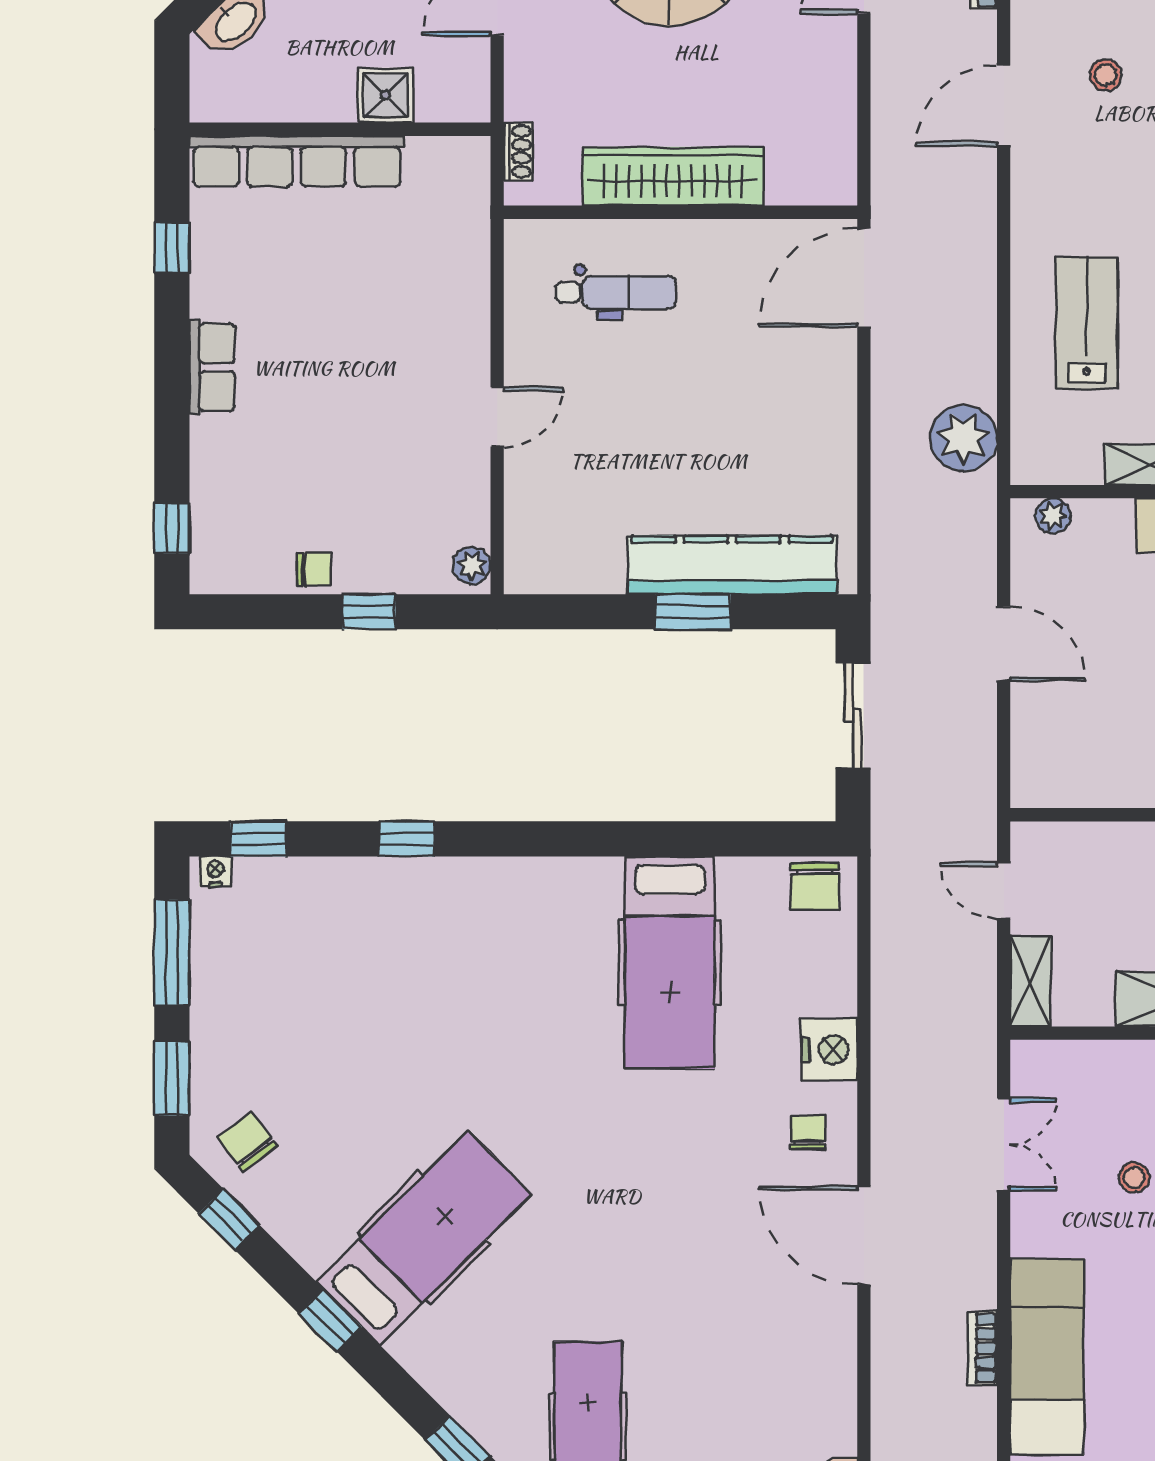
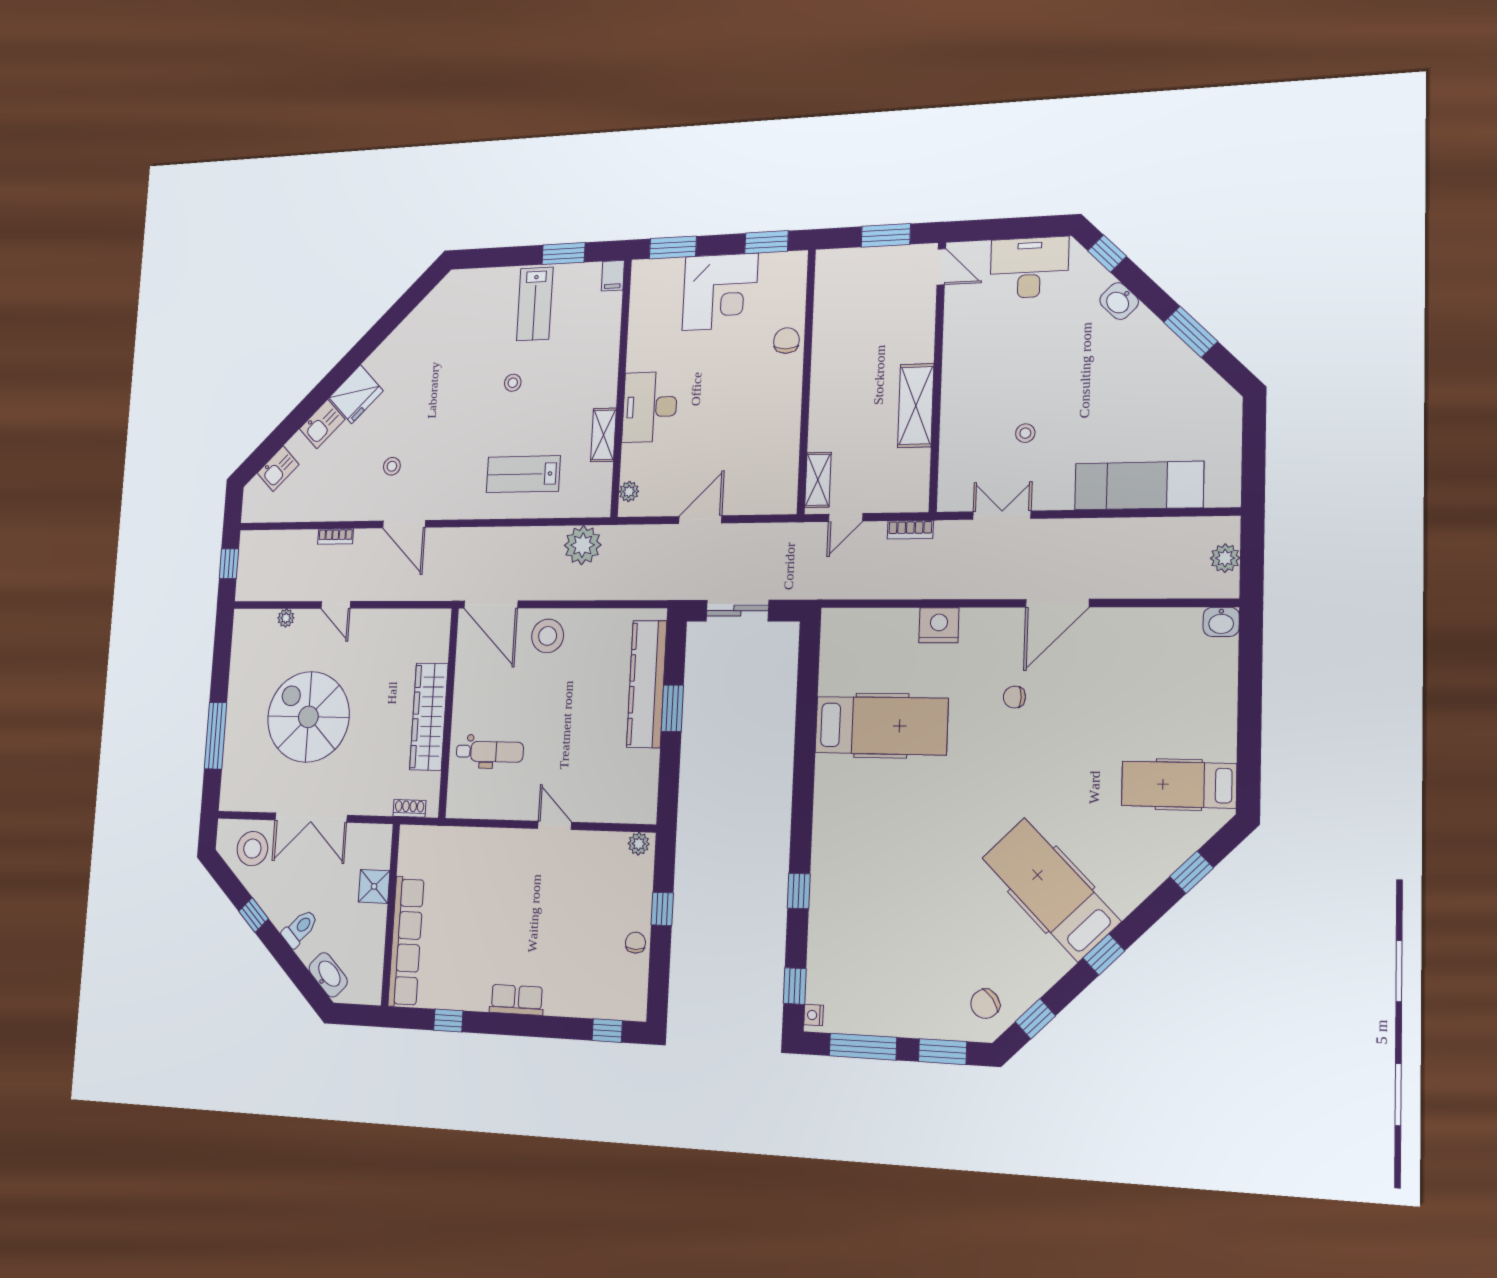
dental chair: (616, 292) -> (490, 752), turned 90
stool: (811, 385) -> (548, 636), added
chair: (815, 886) -> (838, 634), removed
shelving: (1030, 981) -> (818, 480), moved, turned 90
chair: (807, 1132) -> (1014, 697), moved
bookcase: (982, 1348) -> (910, 530), moved

